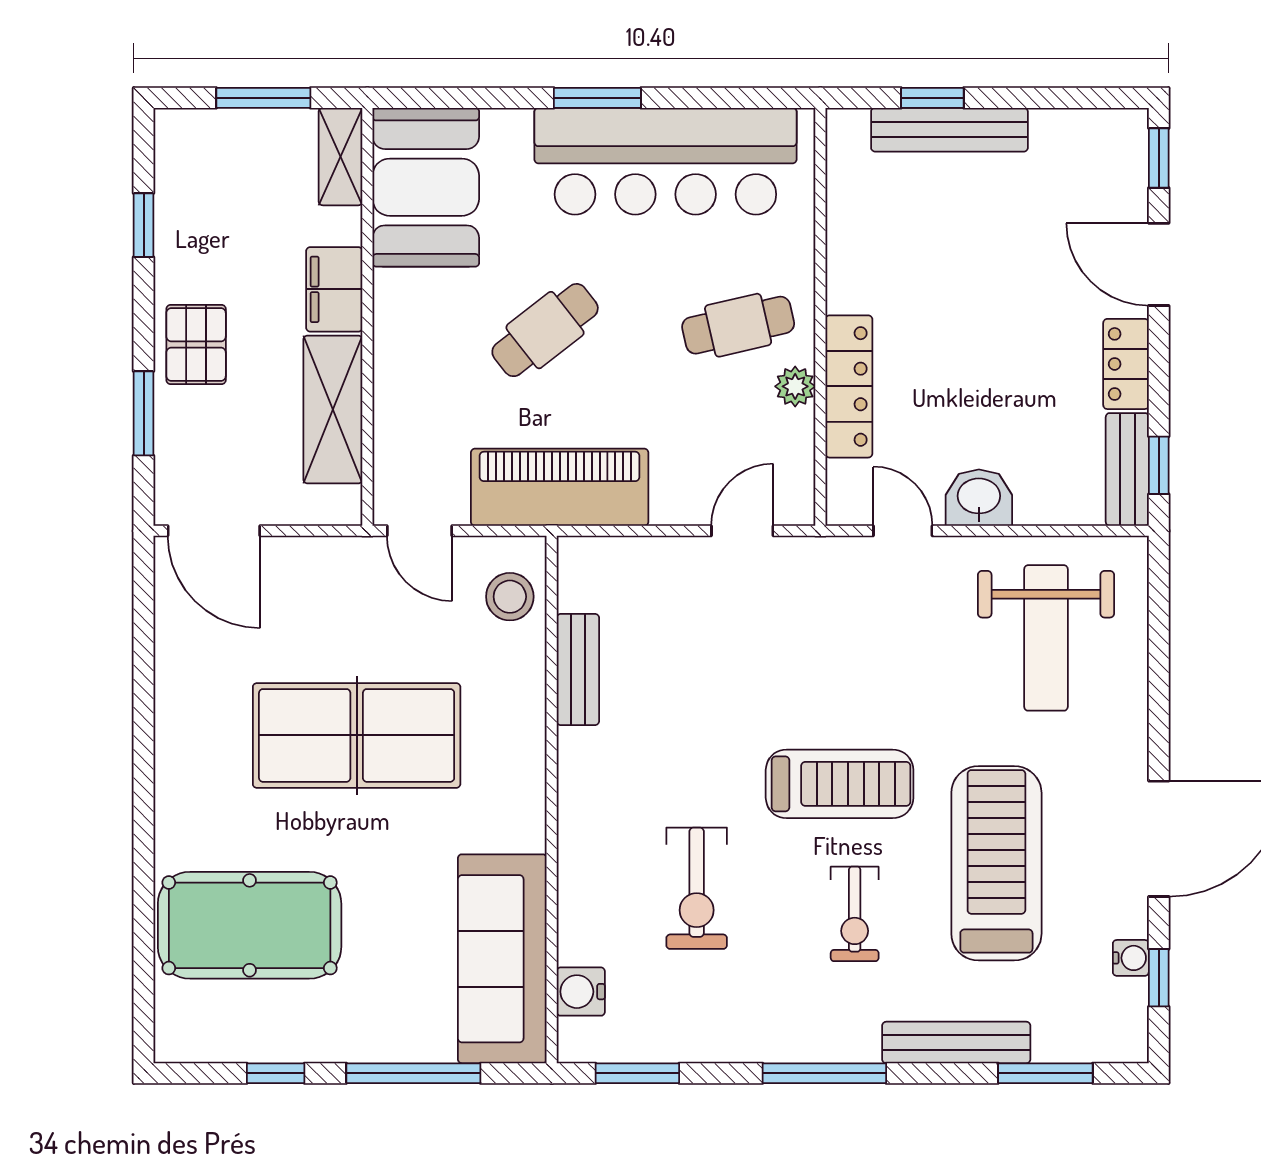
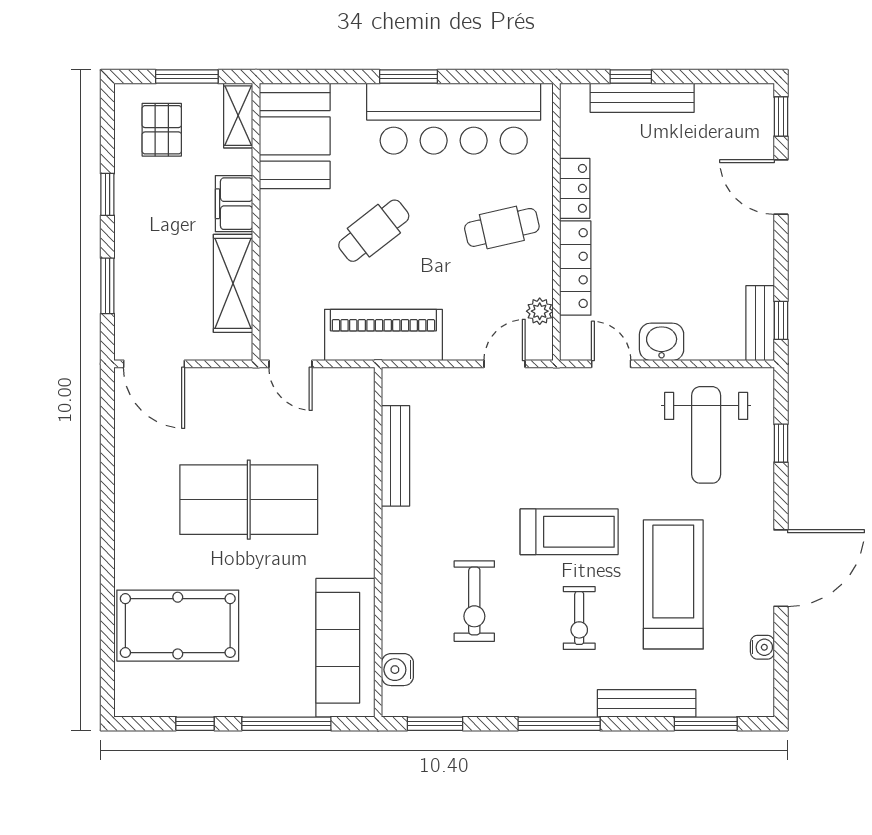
window: (144, 225) -> (107, 194), moved
pallet: (196, 344) -> (162, 130), moved
locker: (1126, 364) -> (575, 188), moved, turned 180
plant: (795, 386) -> (540, 311), moved
stool: (510, 597) -> (350, 408), removed
bench: (578, 669) -> (396, 456), width x1.36
window: (1159, 978) -> (781, 443), moved

